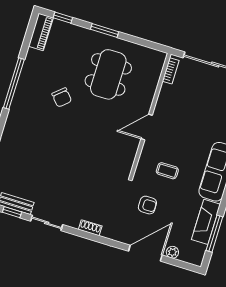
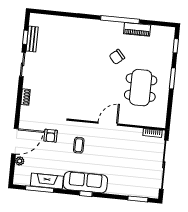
piano: (41, 32) -> (137, 29), moved
dining table: (108, 74) -> (141, 88), turned 90
door: (147, 127) -> (108, 124), hinge flipped
door: (145, 253) -> (15, 141), hinge flipped

